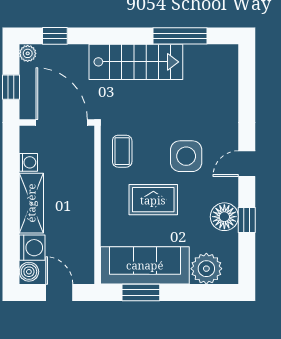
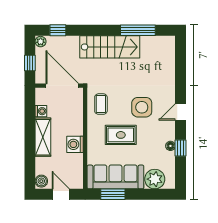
floor lamp: (224, 217) -> (170, 146), width x0.53, depth x0.53
washing machine: (32, 248) -> (75, 144), moved, turned 180

